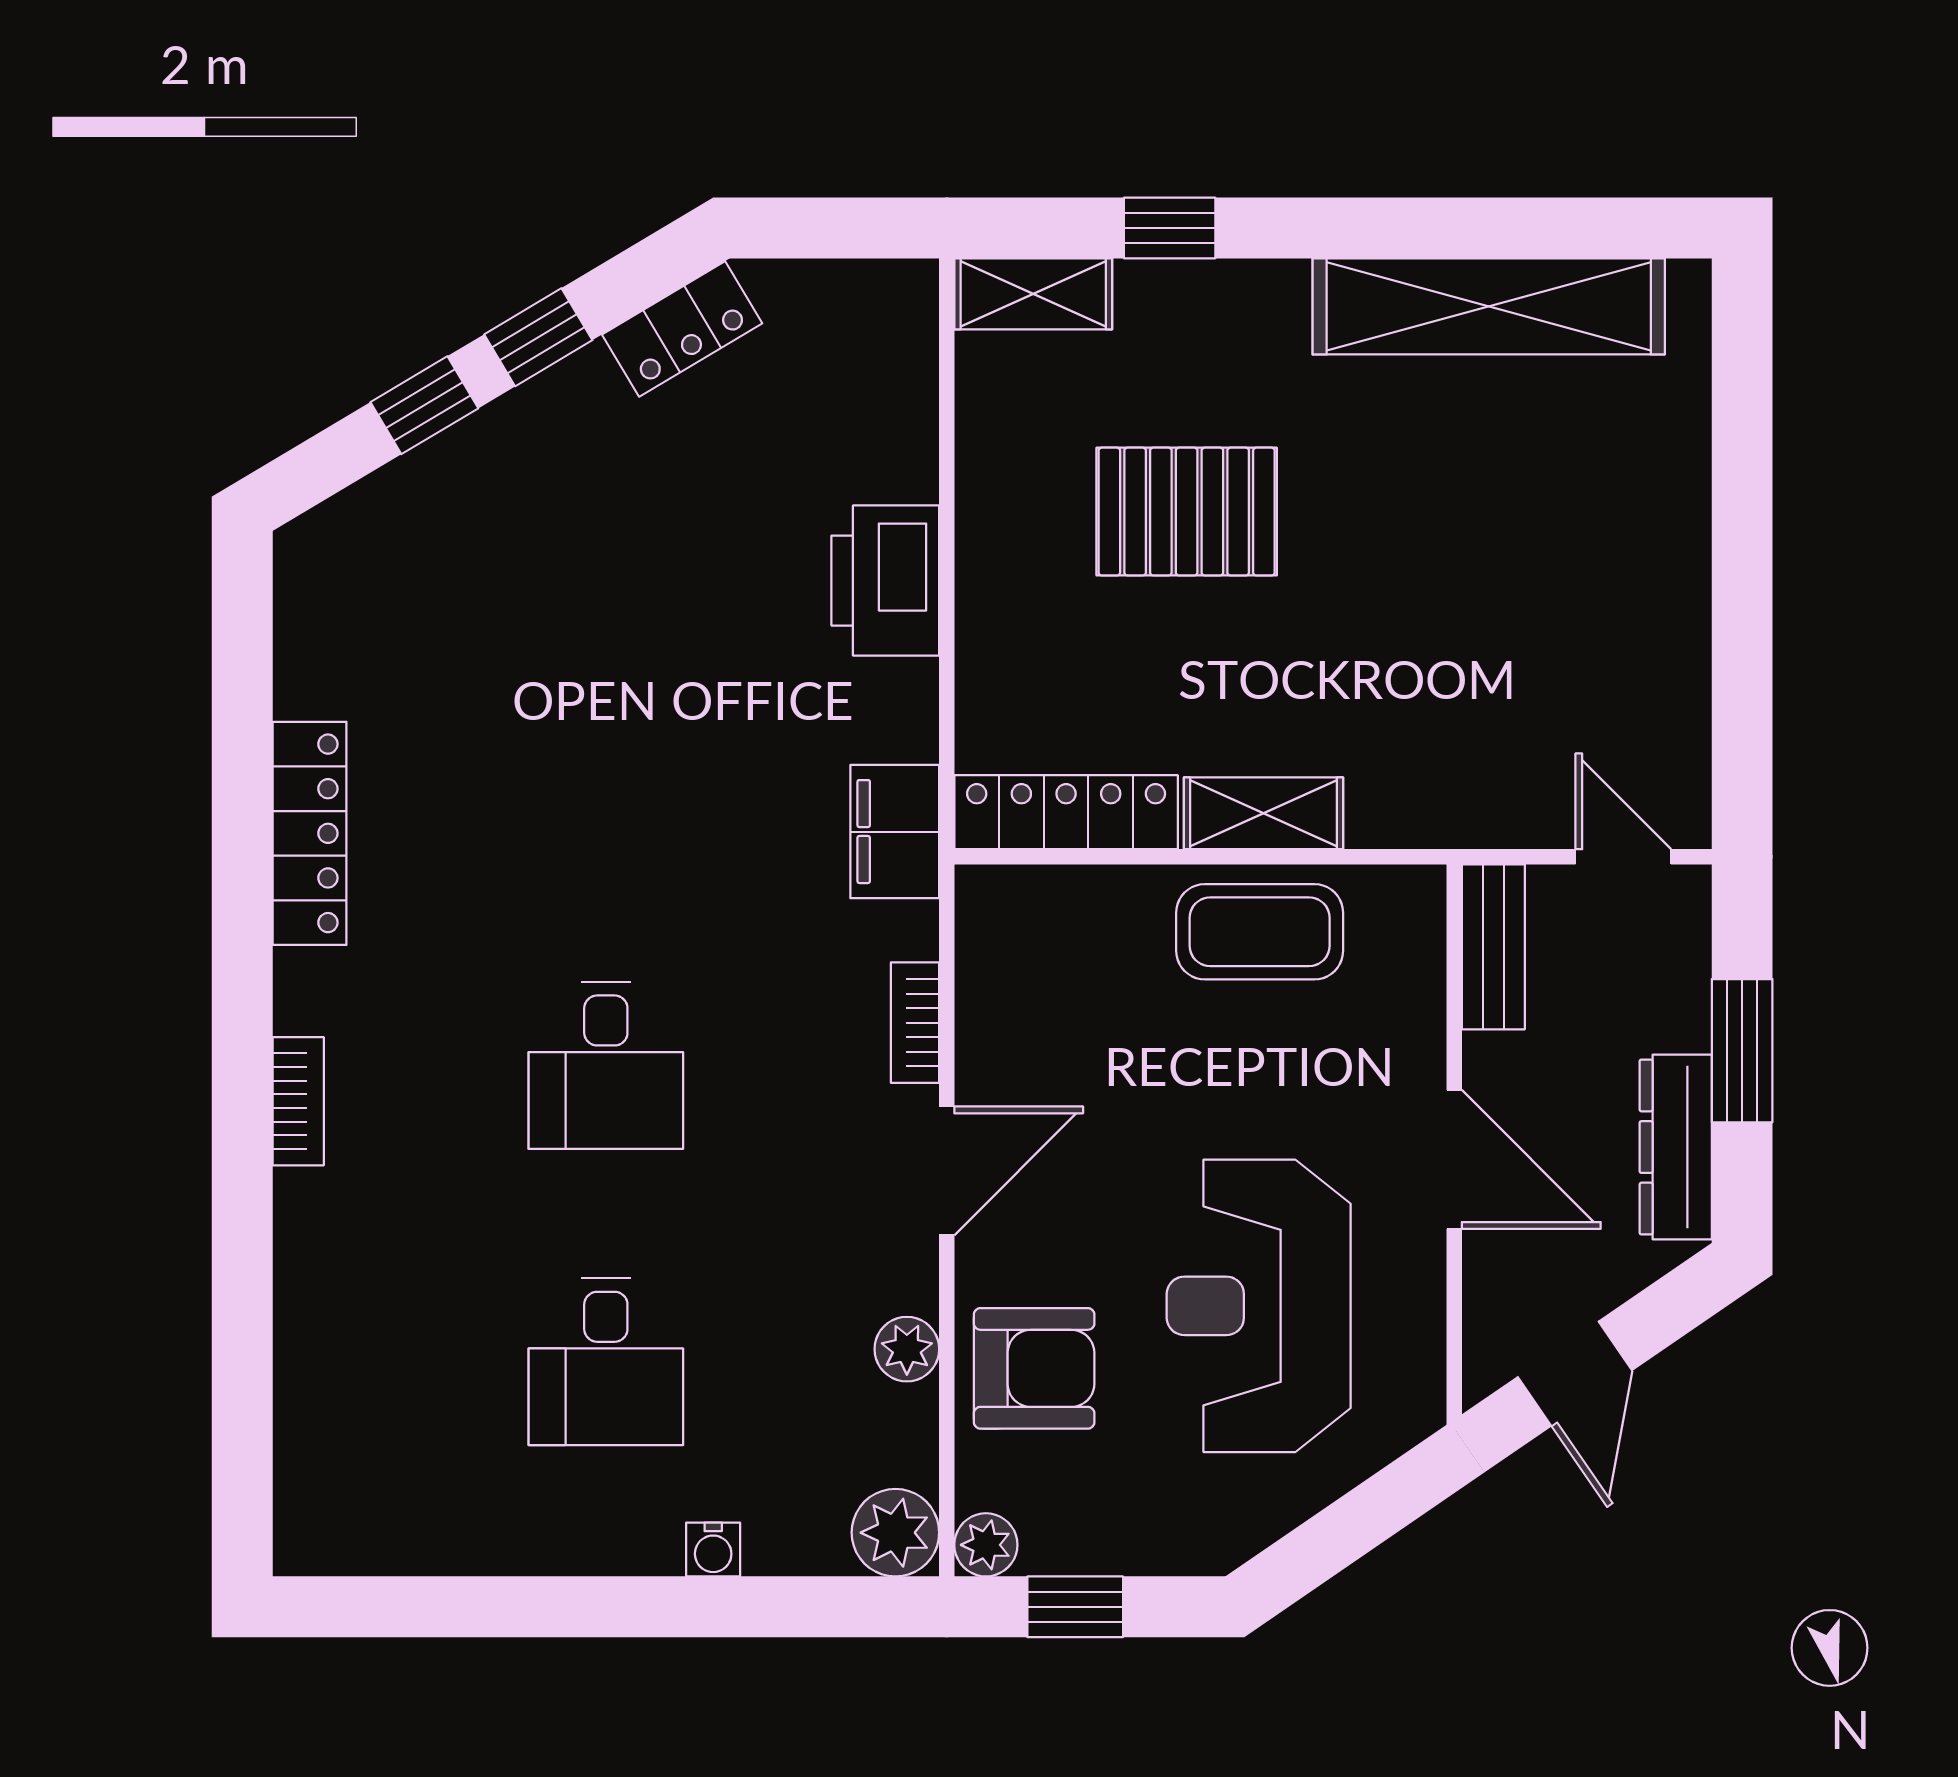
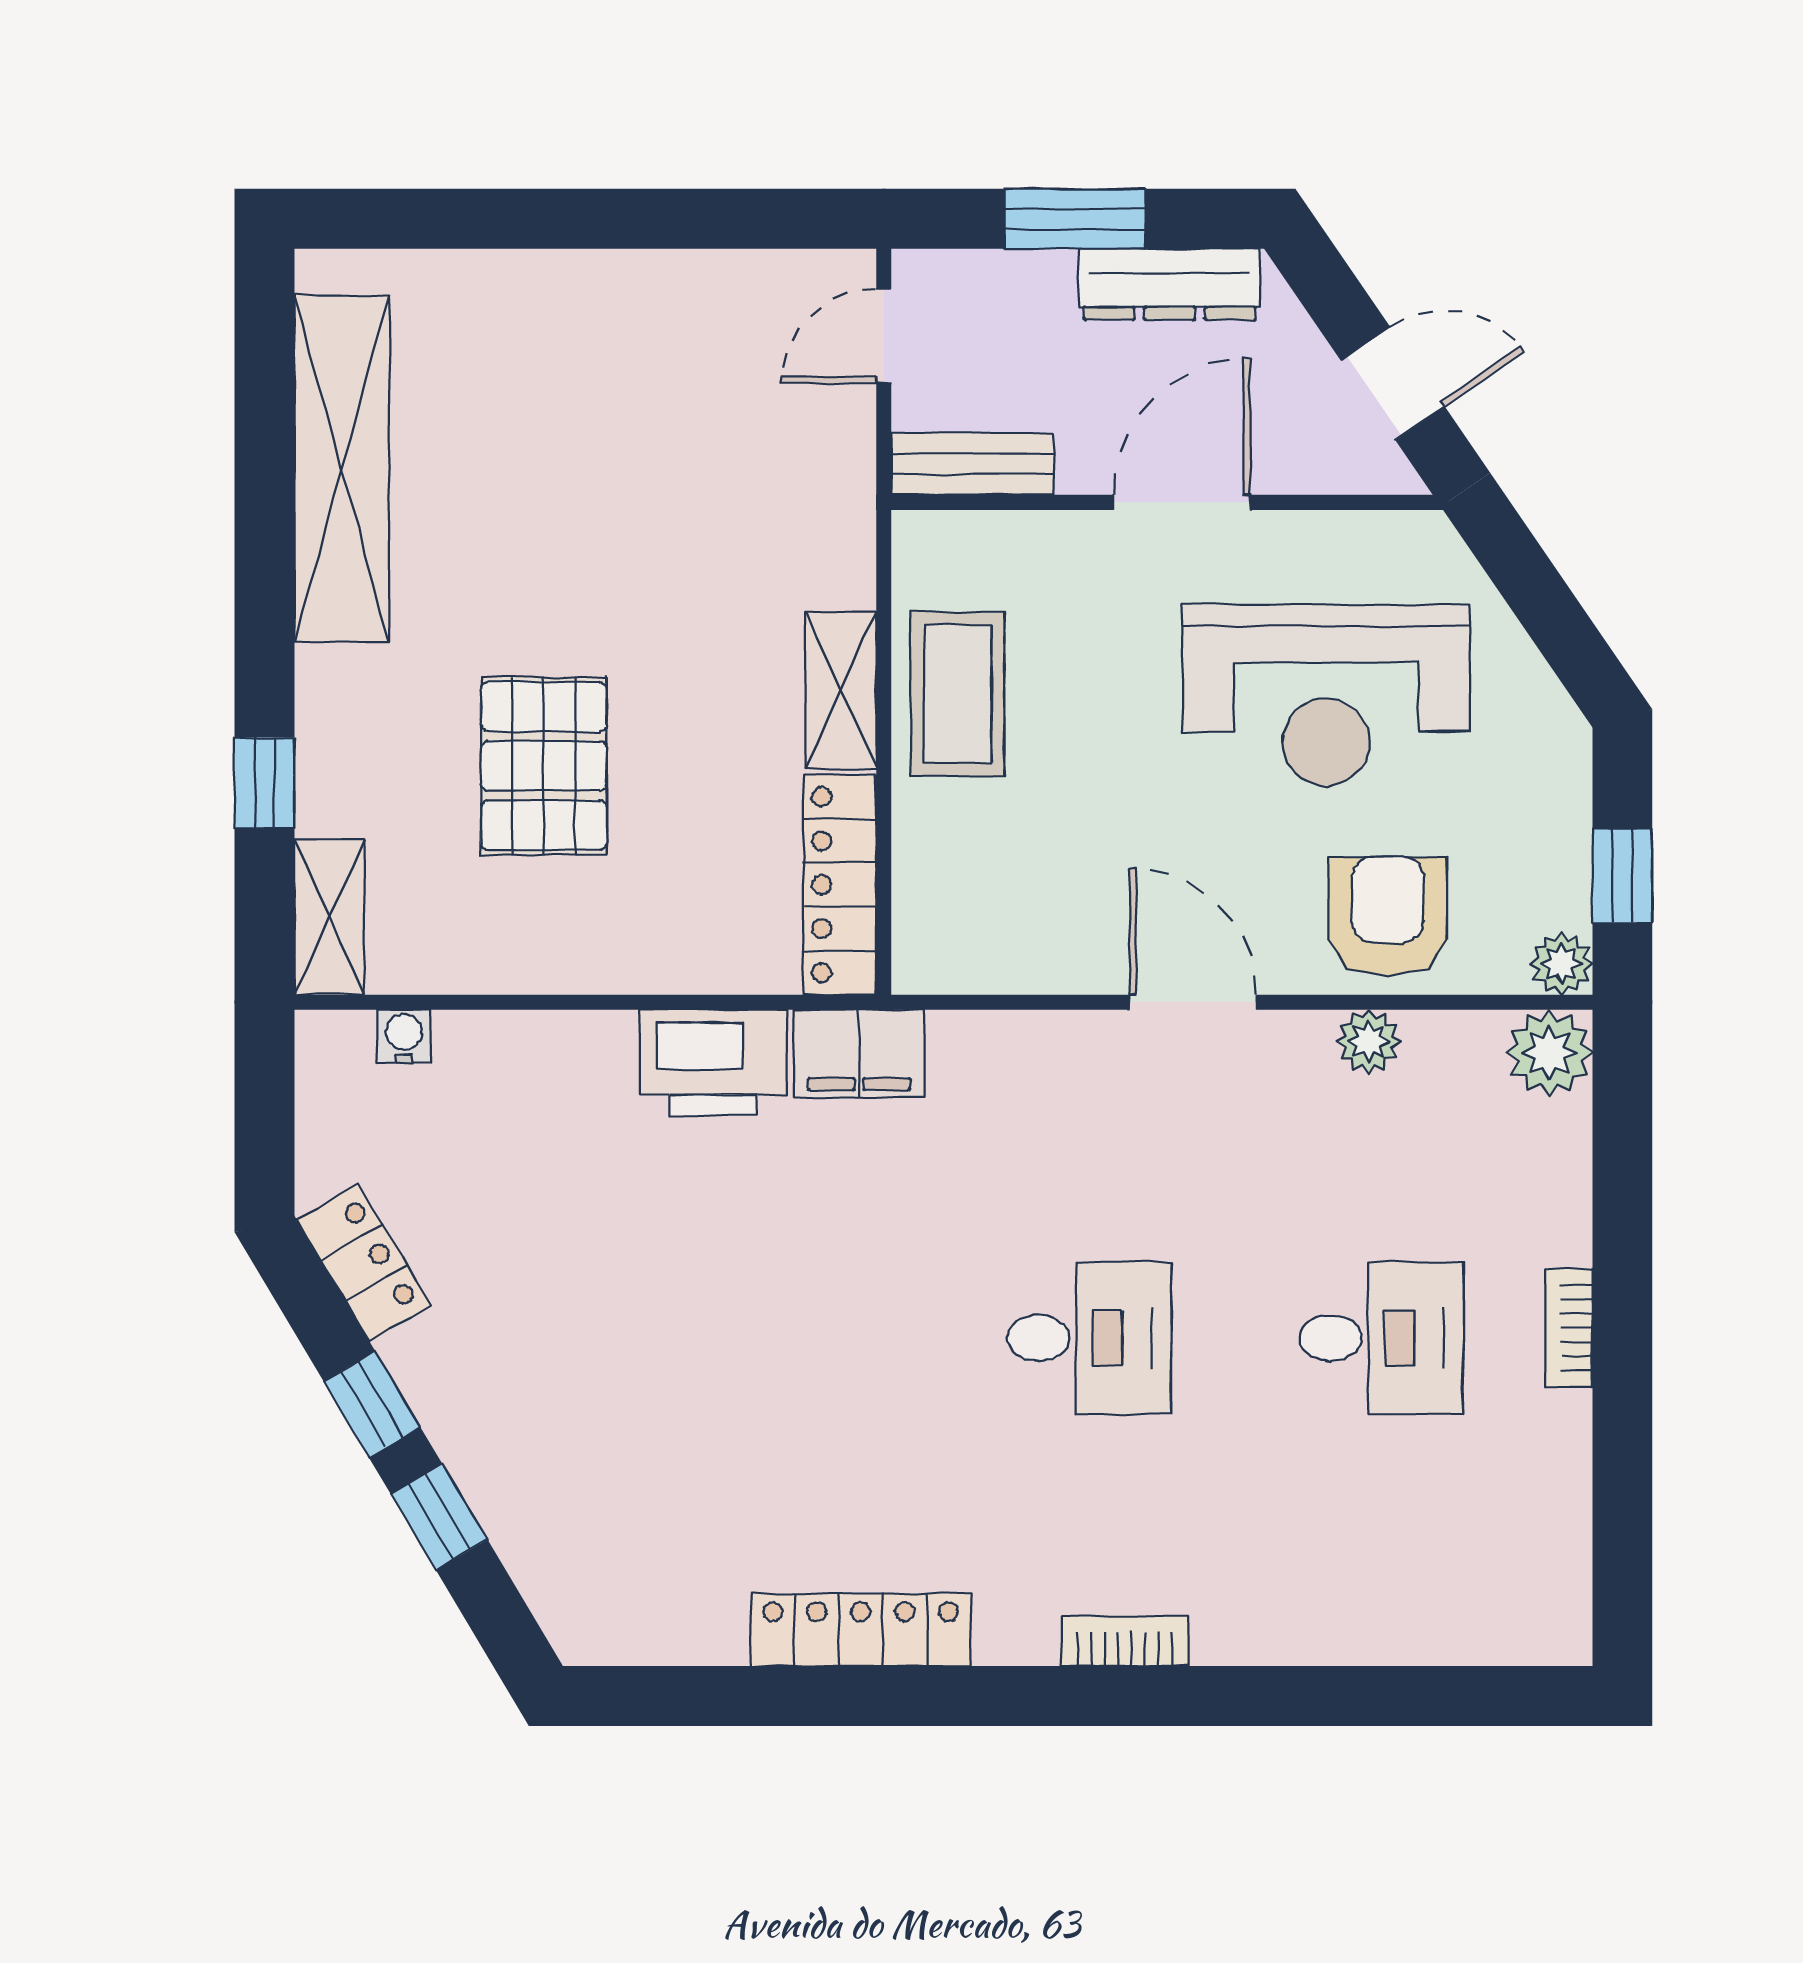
printer: (885, 581) -> (713, 1063), moved
bookcase: (915, 1023) -> (1569, 1328), moved, turned 90
water cooler: (713, 1550) -> (404, 1036), moved, turned -90

